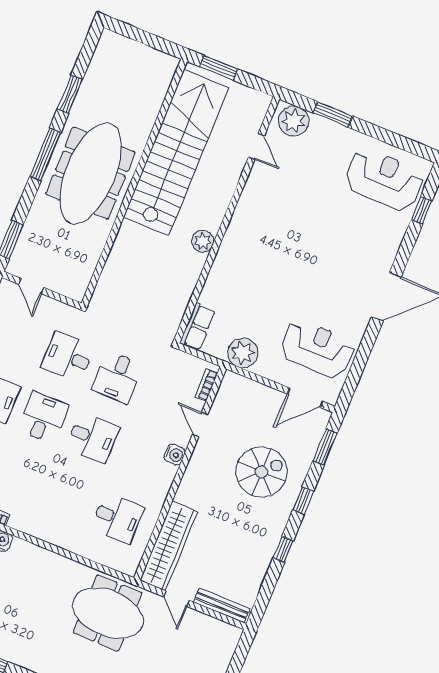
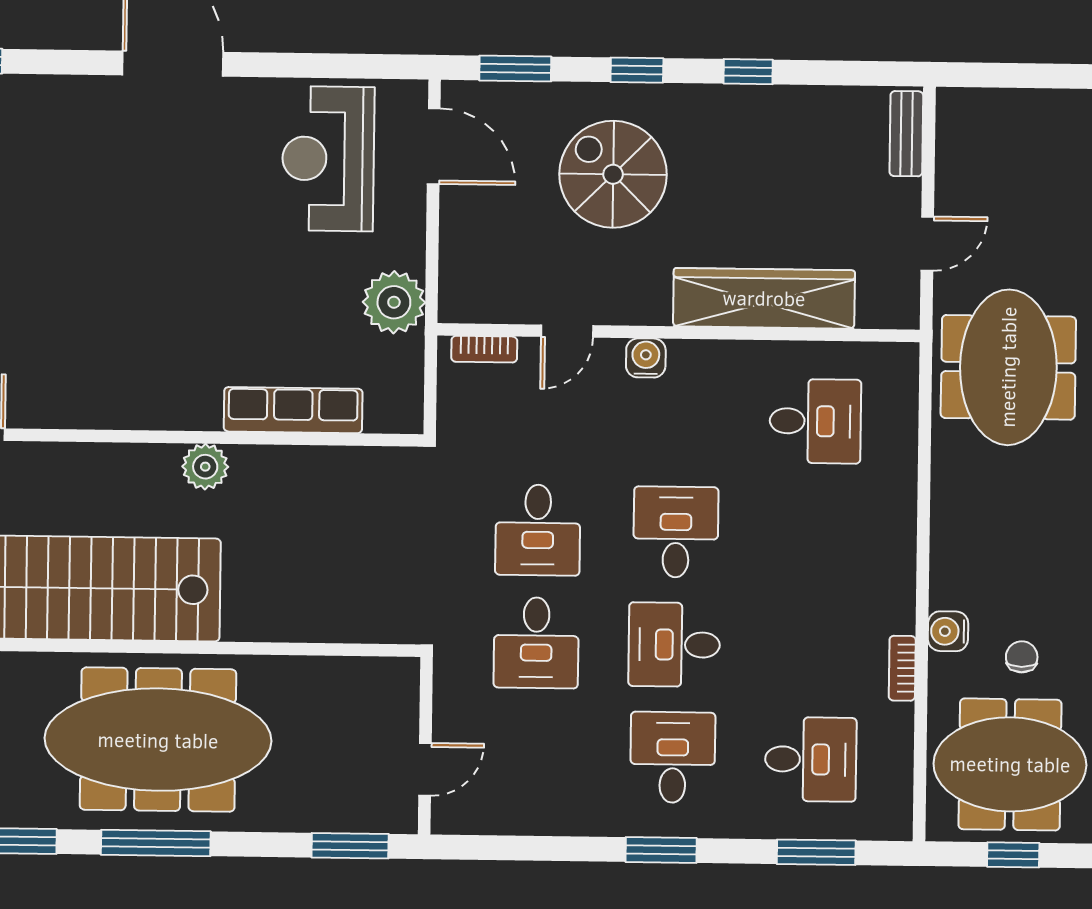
row of seats: (198, 327) -> (293, 410), moved, width x1.48
desk: (117, 377) -> (538, 530), turned 90
desk: (117, 518) -> (815, 421), turned 90
wardrobe: (169, 546) -> (764, 298), moved
bench: (222, 606) -> (906, 134), width x0.73

